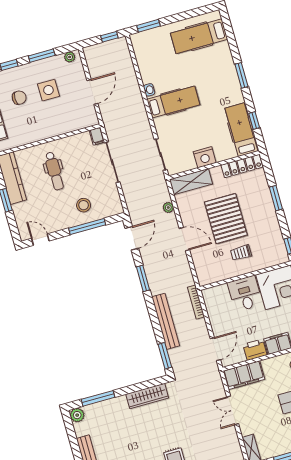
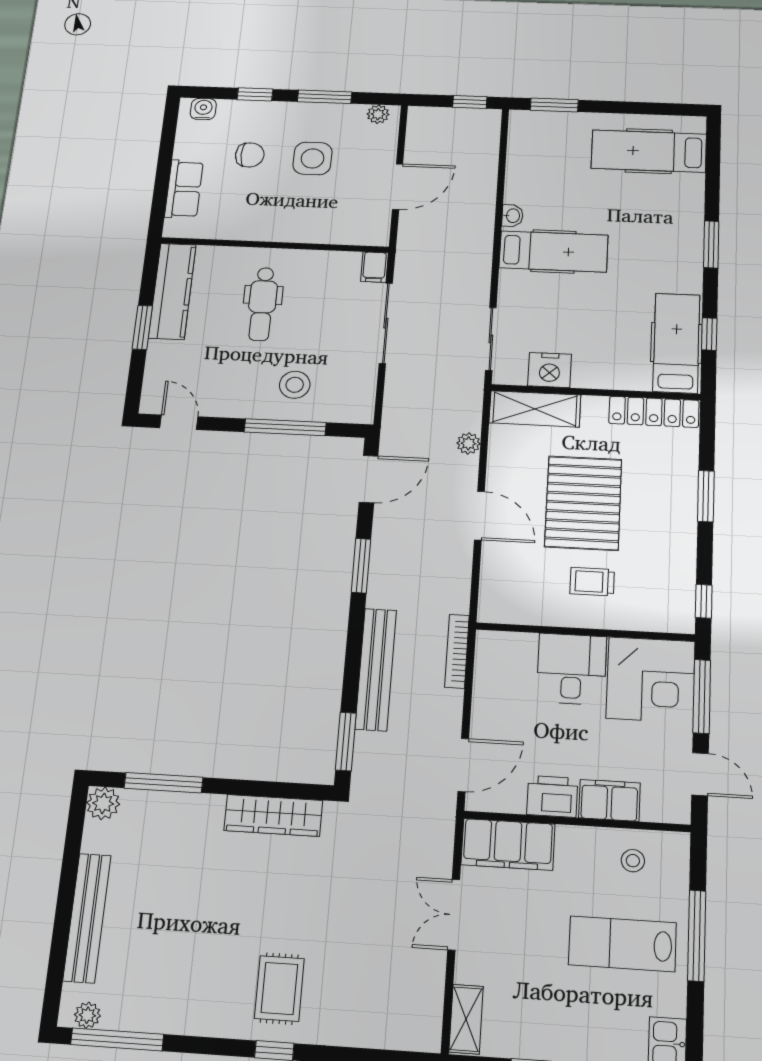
nightstand: (205, 157) -> (550, 370), moved

